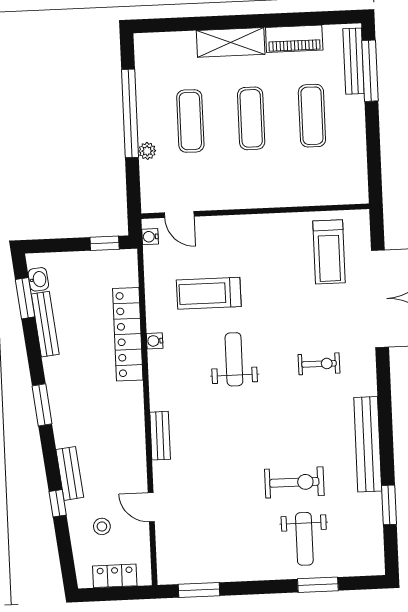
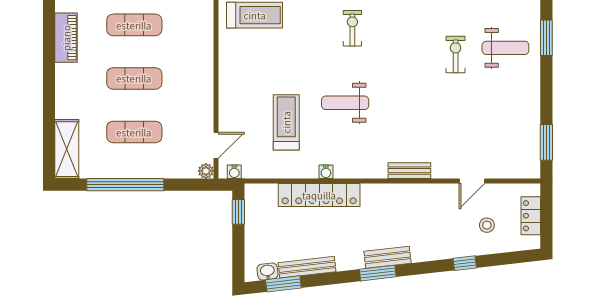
shelving: (231, 42) -> (67, 149), moved
plant: (147, 151) -> (206, 171), moved
treadmill: (209, 293) -> (286, 122), turned 180
bench: (70, 473) -> (388, 257), moved
exercise bike: (294, 482) -> (456, 54), width x0.73, depth x0.72

